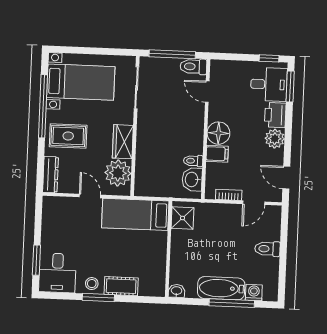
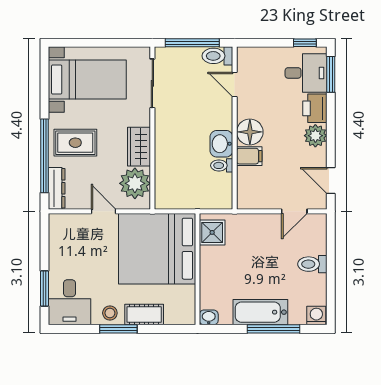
window: (43, 106) -> (45, 156), moved
washbasin: (192, 179) -> (221, 144), moved
bookcase: (229, 195) -> (265, 203), removed
bed: (135, 214) -> (157, 249), width x2.04
washing machine: (254, 293) -> (316, 316), moved

